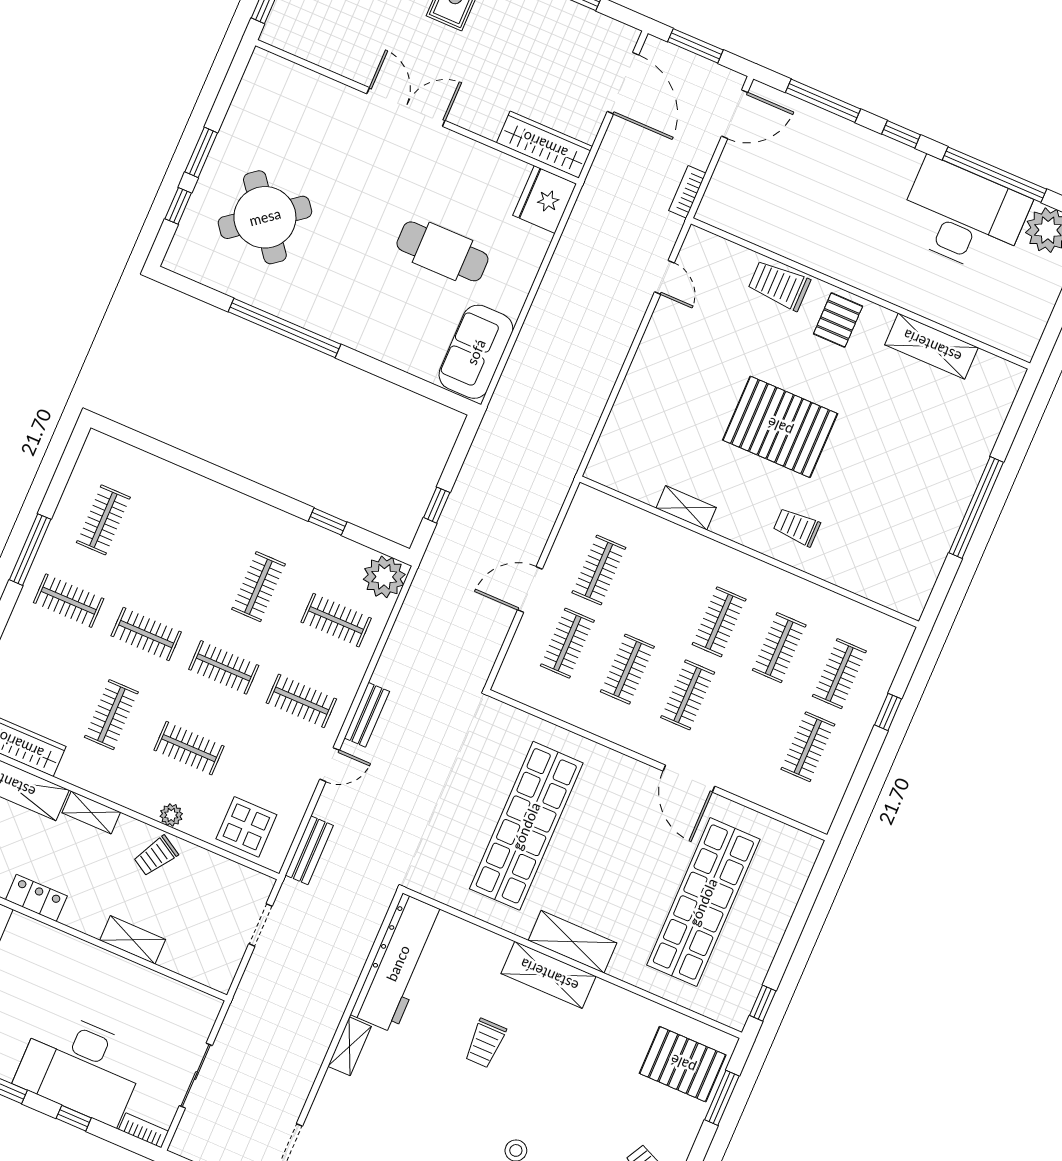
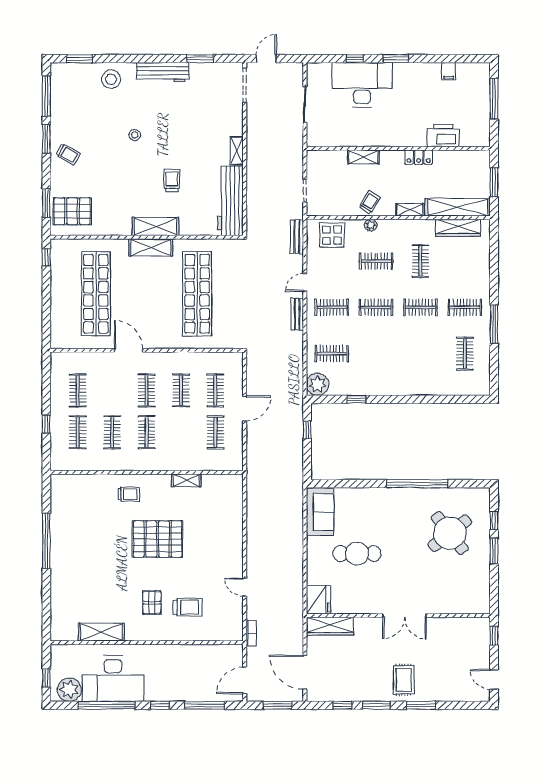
wall: (861, 293) -> (147, 643), moved
shelving: (932, 346) -> (101, 632), moved
clothes rail: (258, 587) -> (376, 353), removed
bookcase: (144, 1130) -> (319, 67), removed

